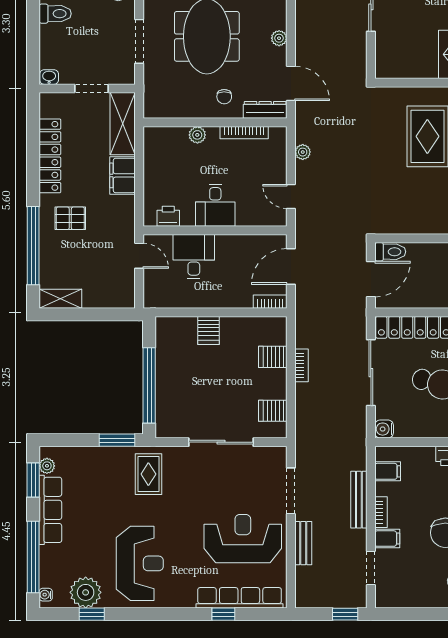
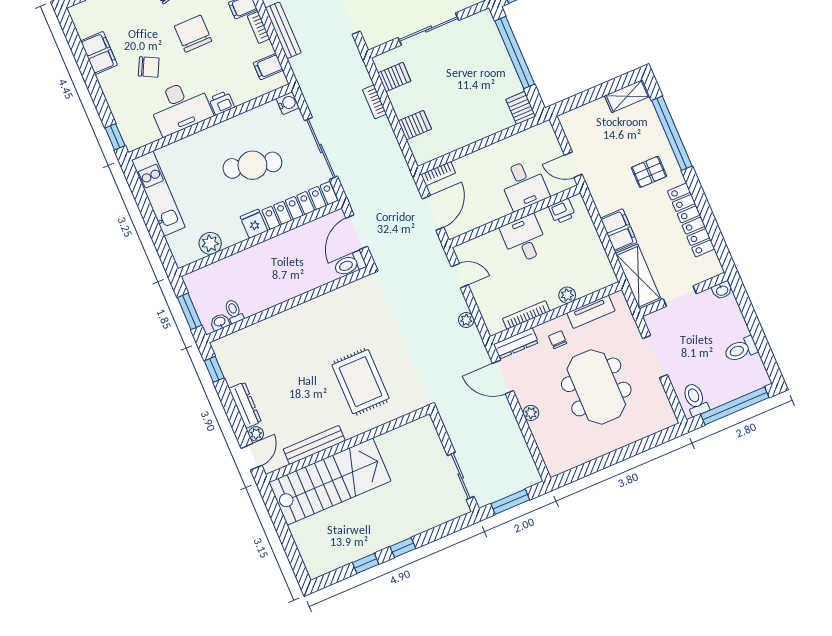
tv unit: (182, 110) -> (591, 312), added
server rack: (209, 331) -> (521, 108), moved
bookcase: (301, 365) -> (374, 102), moved

